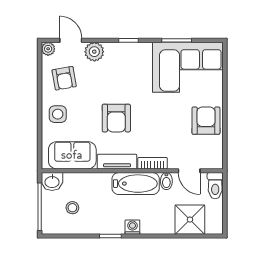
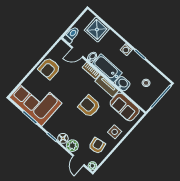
floor lamp: (114, 50) -> (63, 138), added
armchair: (116, 118) -> (89, 106), turned -90
door: (189, 171) -> (77, 52), swing flipped
washbasin: (52, 182) -> (123, 84), moved

